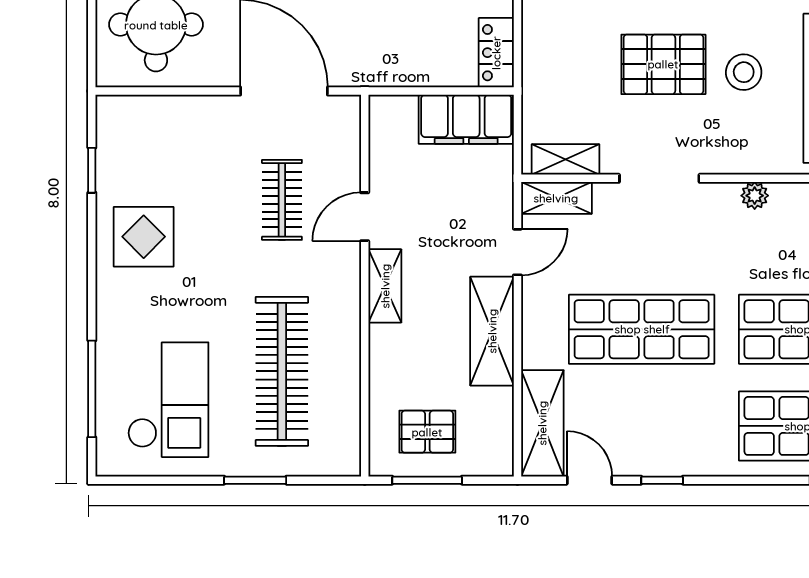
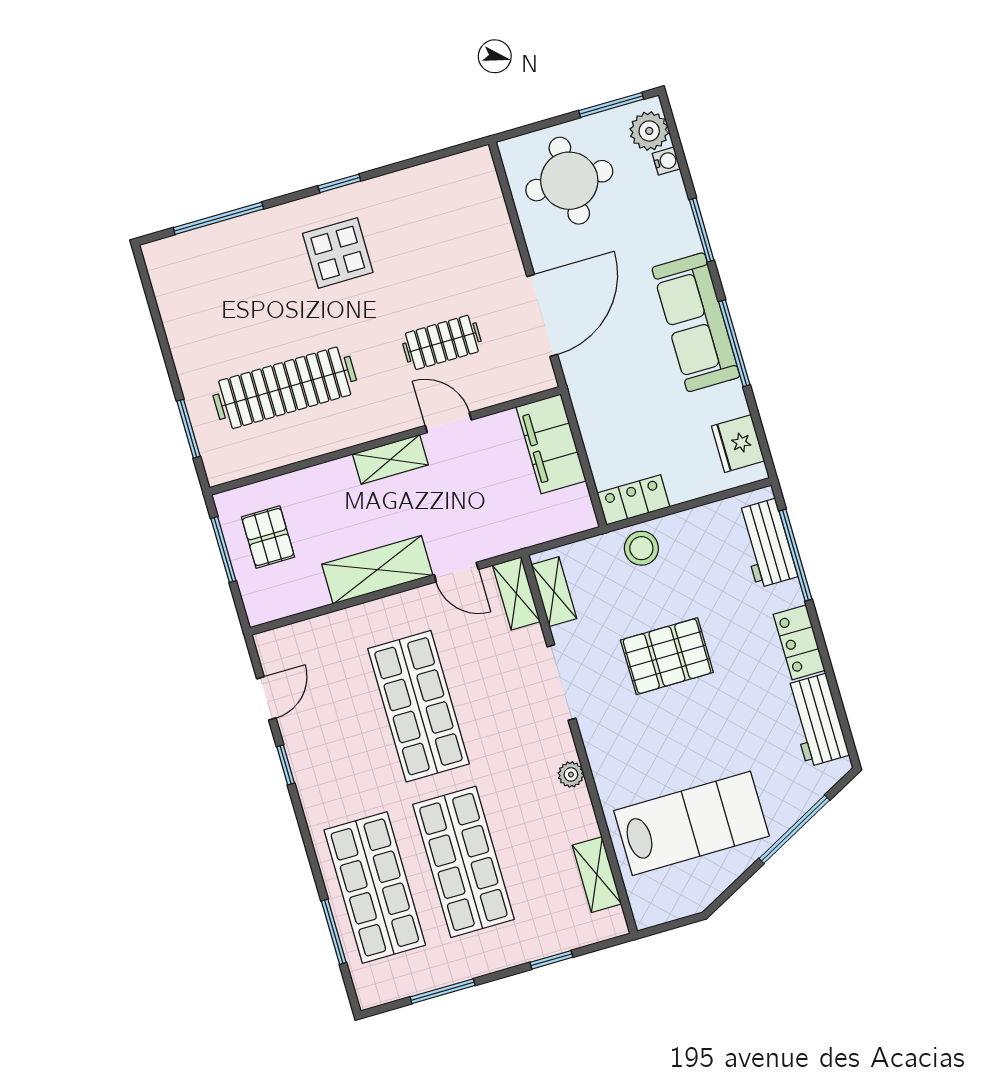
pallet: (663, 64) -> (667, 656), turned 90
stool: (744, 72) -> (641, 548), moved
filing cabinet: (466, 119) -> (551, 444), moved
window: (92, 170) -> (339, 183), moved
display table: (144, 237) -> (338, 253), moved
checkout: (168, 400) -> (229, 291), removed
shelving: (542, 423) -> (306, 640), removed
window: (255, 480) -> (189, 429), moved

